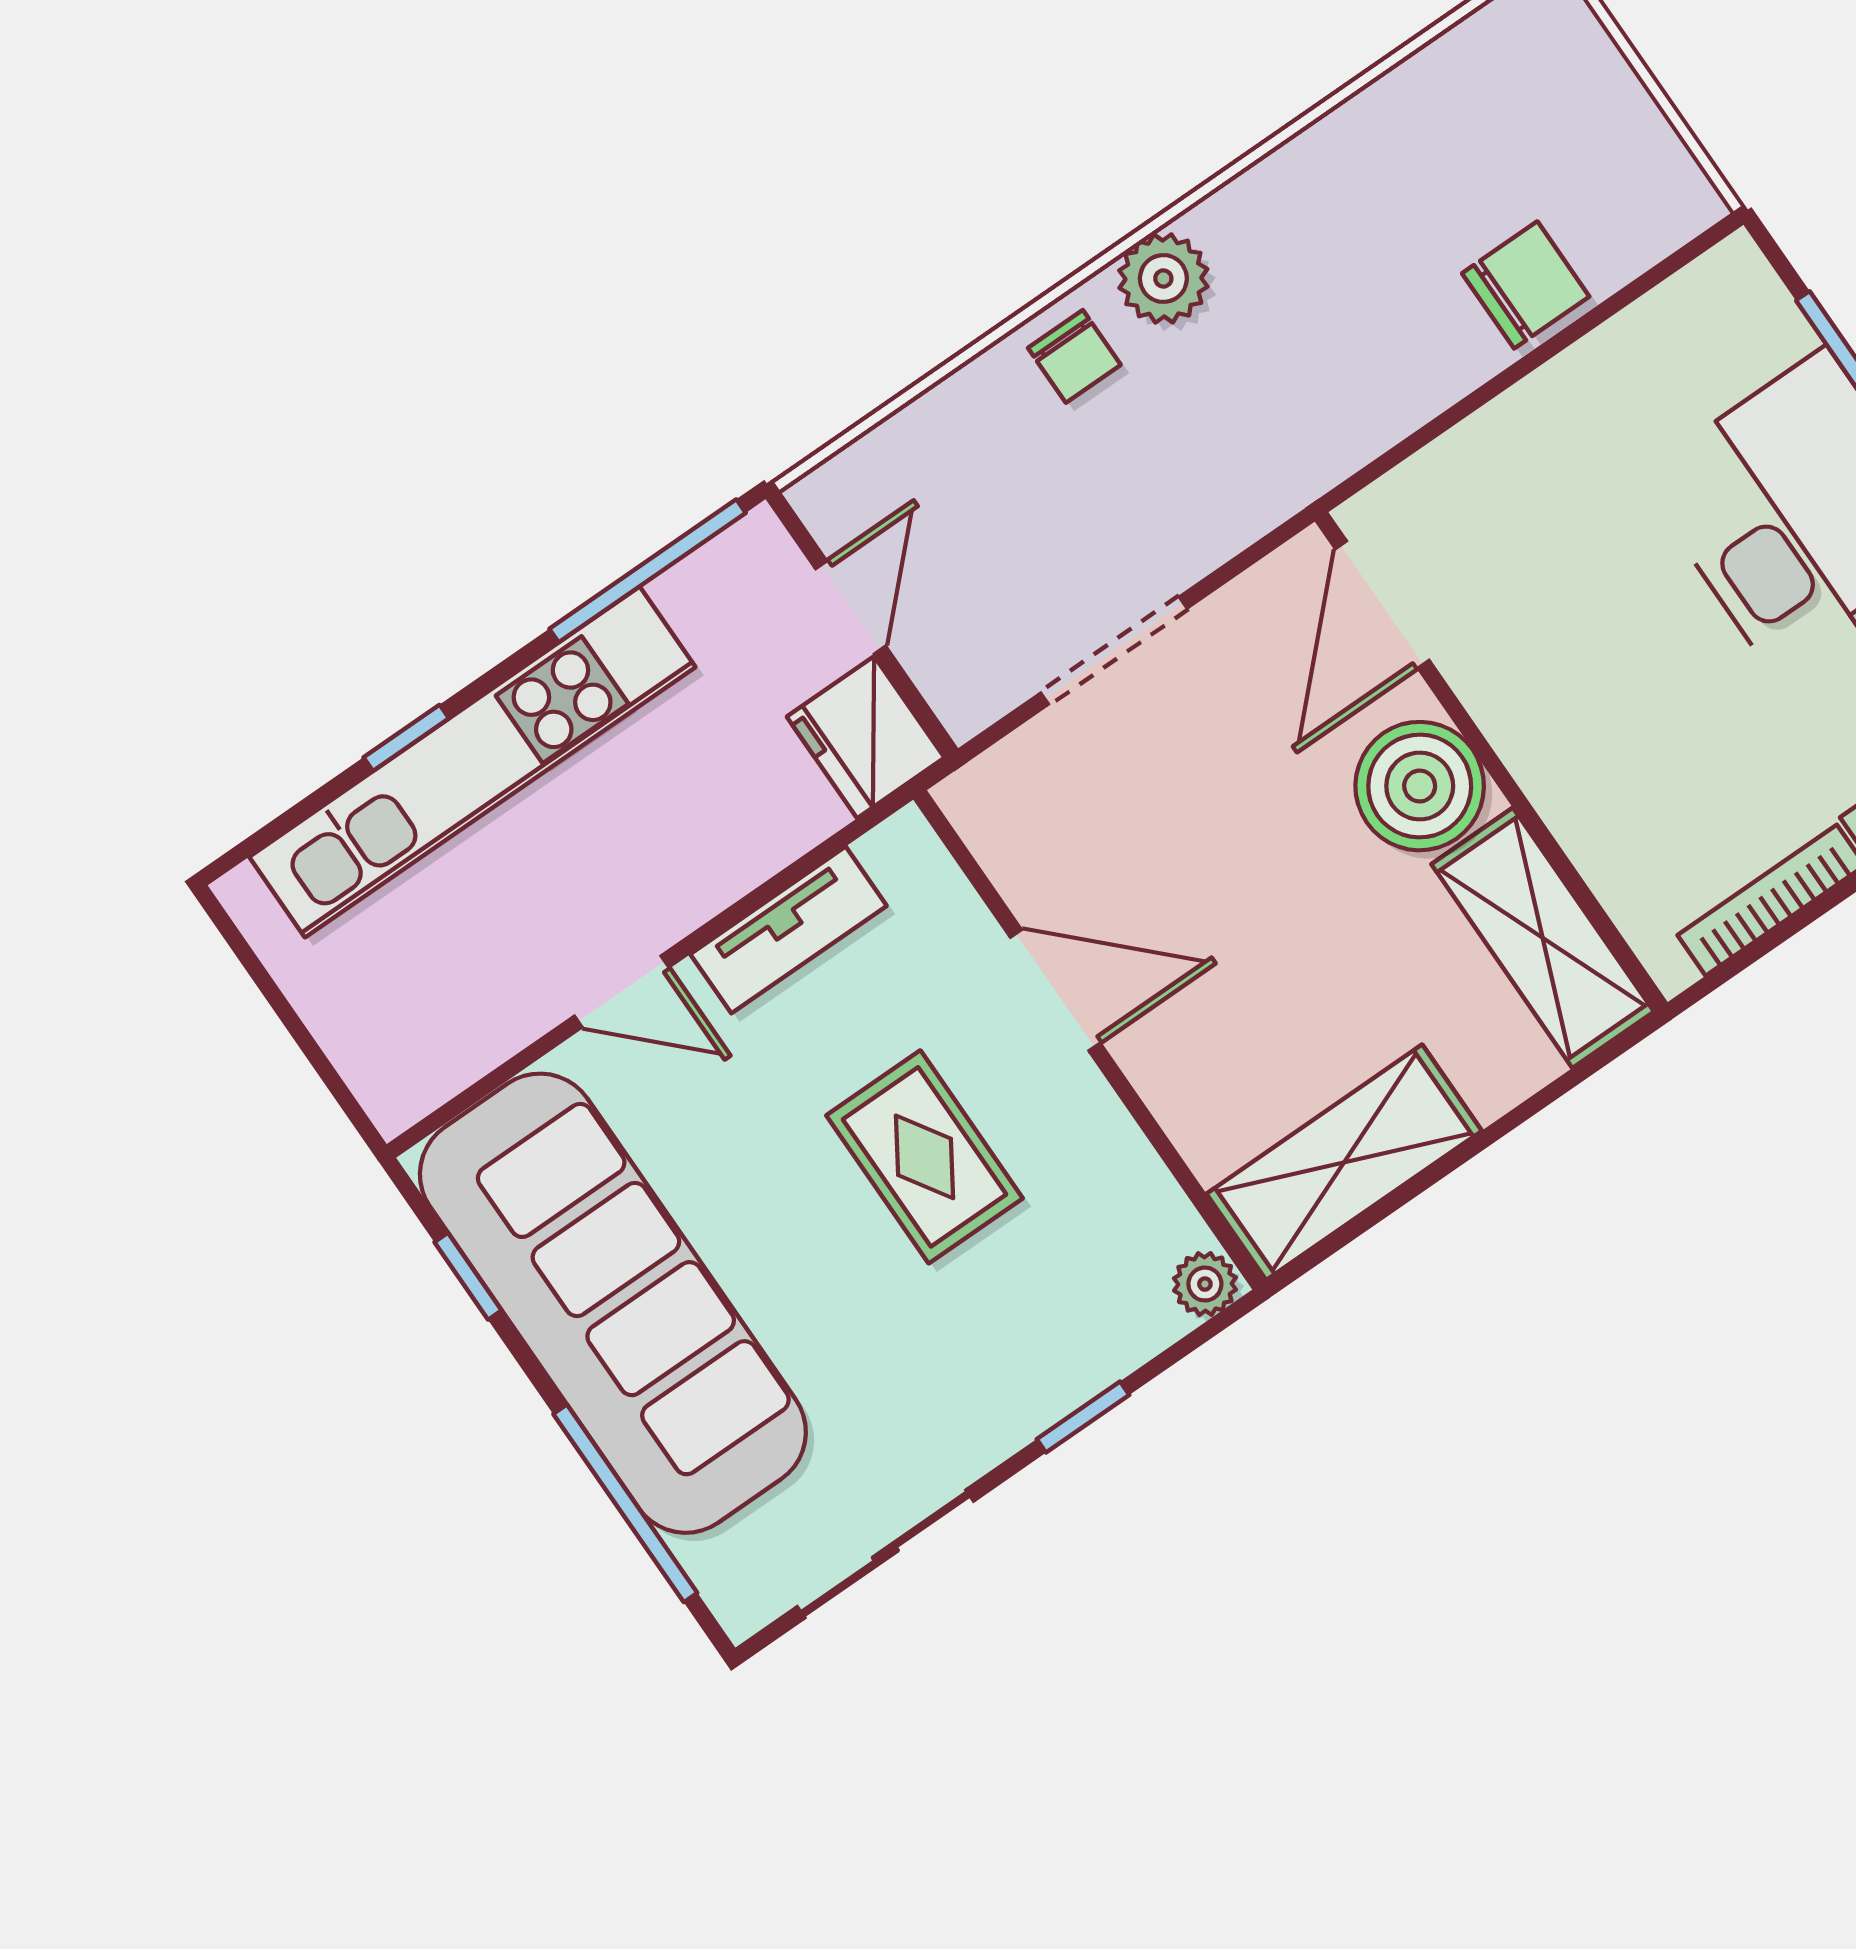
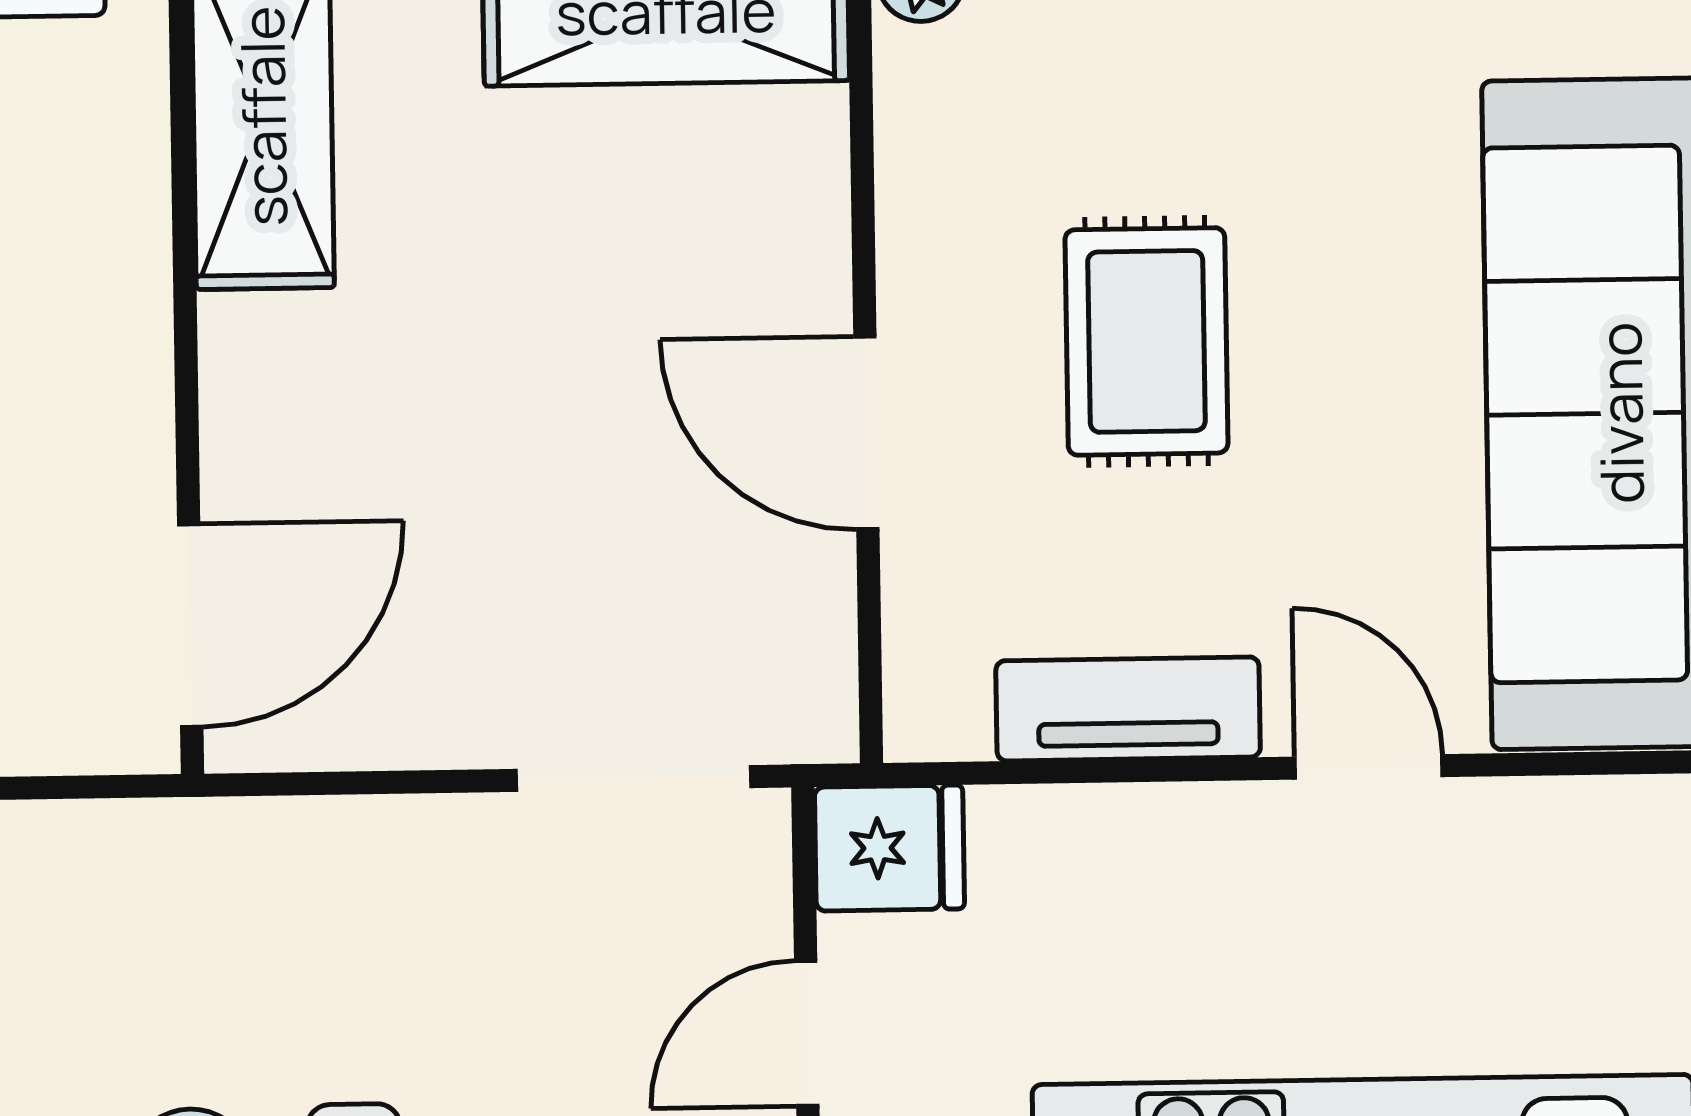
doorway: (1114, 651) -> (634, 778), moved
fridge: (866, 737) -> (889, 848), width x0.72
boiler: (1420, 786) -> (287, 387), removed

